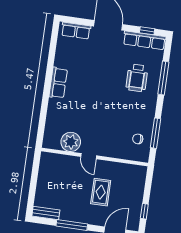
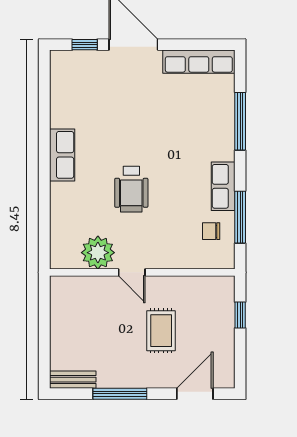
row of seats: (76, 31) -> (223, 186), moved, turned 90
window: (147, 31) -> (85, 45), moved
wheelchair: (137, 78) -> (131, 189), moved
window: (144, 211) -> (240, 315), moved

